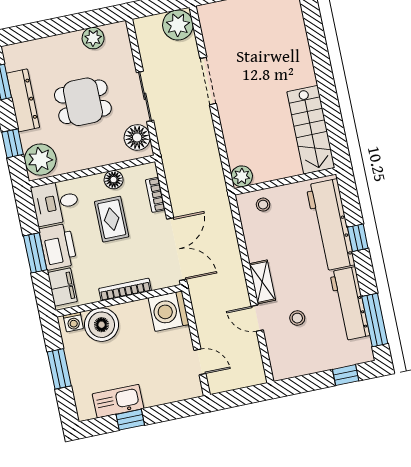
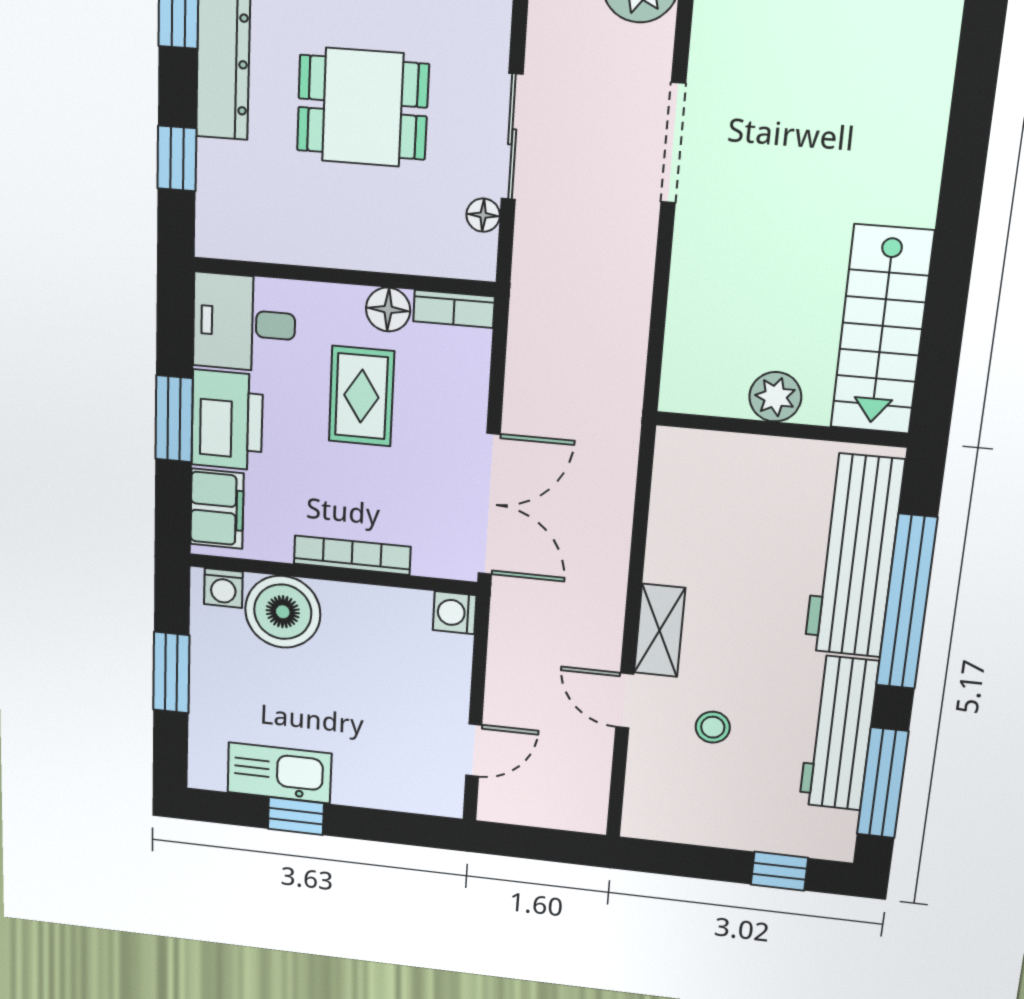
floor lamp: (137, 137) -> (483, 215), width x0.53, depth x0.53
plant: (40, 160) -> (232, 215), removed
plant: (242, 176) -> (775, 397), moved
bookcase: (155, 195) -> (454, 309), moved, turned -90
stool: (263, 205) -> (714, 466), removed
window: (358, 238) -> (907, 602), width x3.17
washing machine: (169, 311) -> (455, 613), width x0.53, depth x0.53
door: (200, 362) -> (474, 750), hinge flipped

